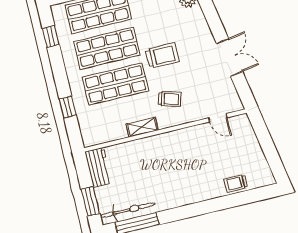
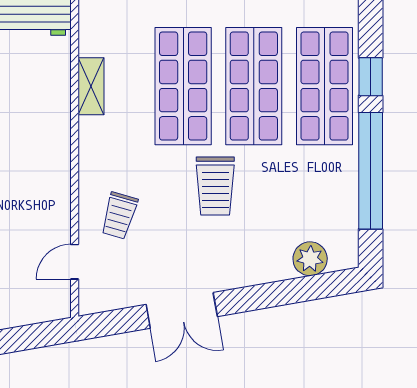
trolley: (170, 99) -> (119, 216), moved
shelving: (142, 127) -> (91, 86), moved

